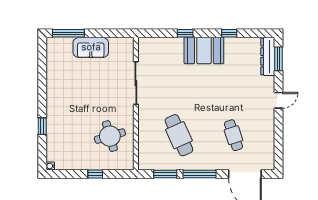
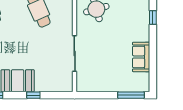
sofa: (91, 47) -> (141, 57), moved, turned -90

